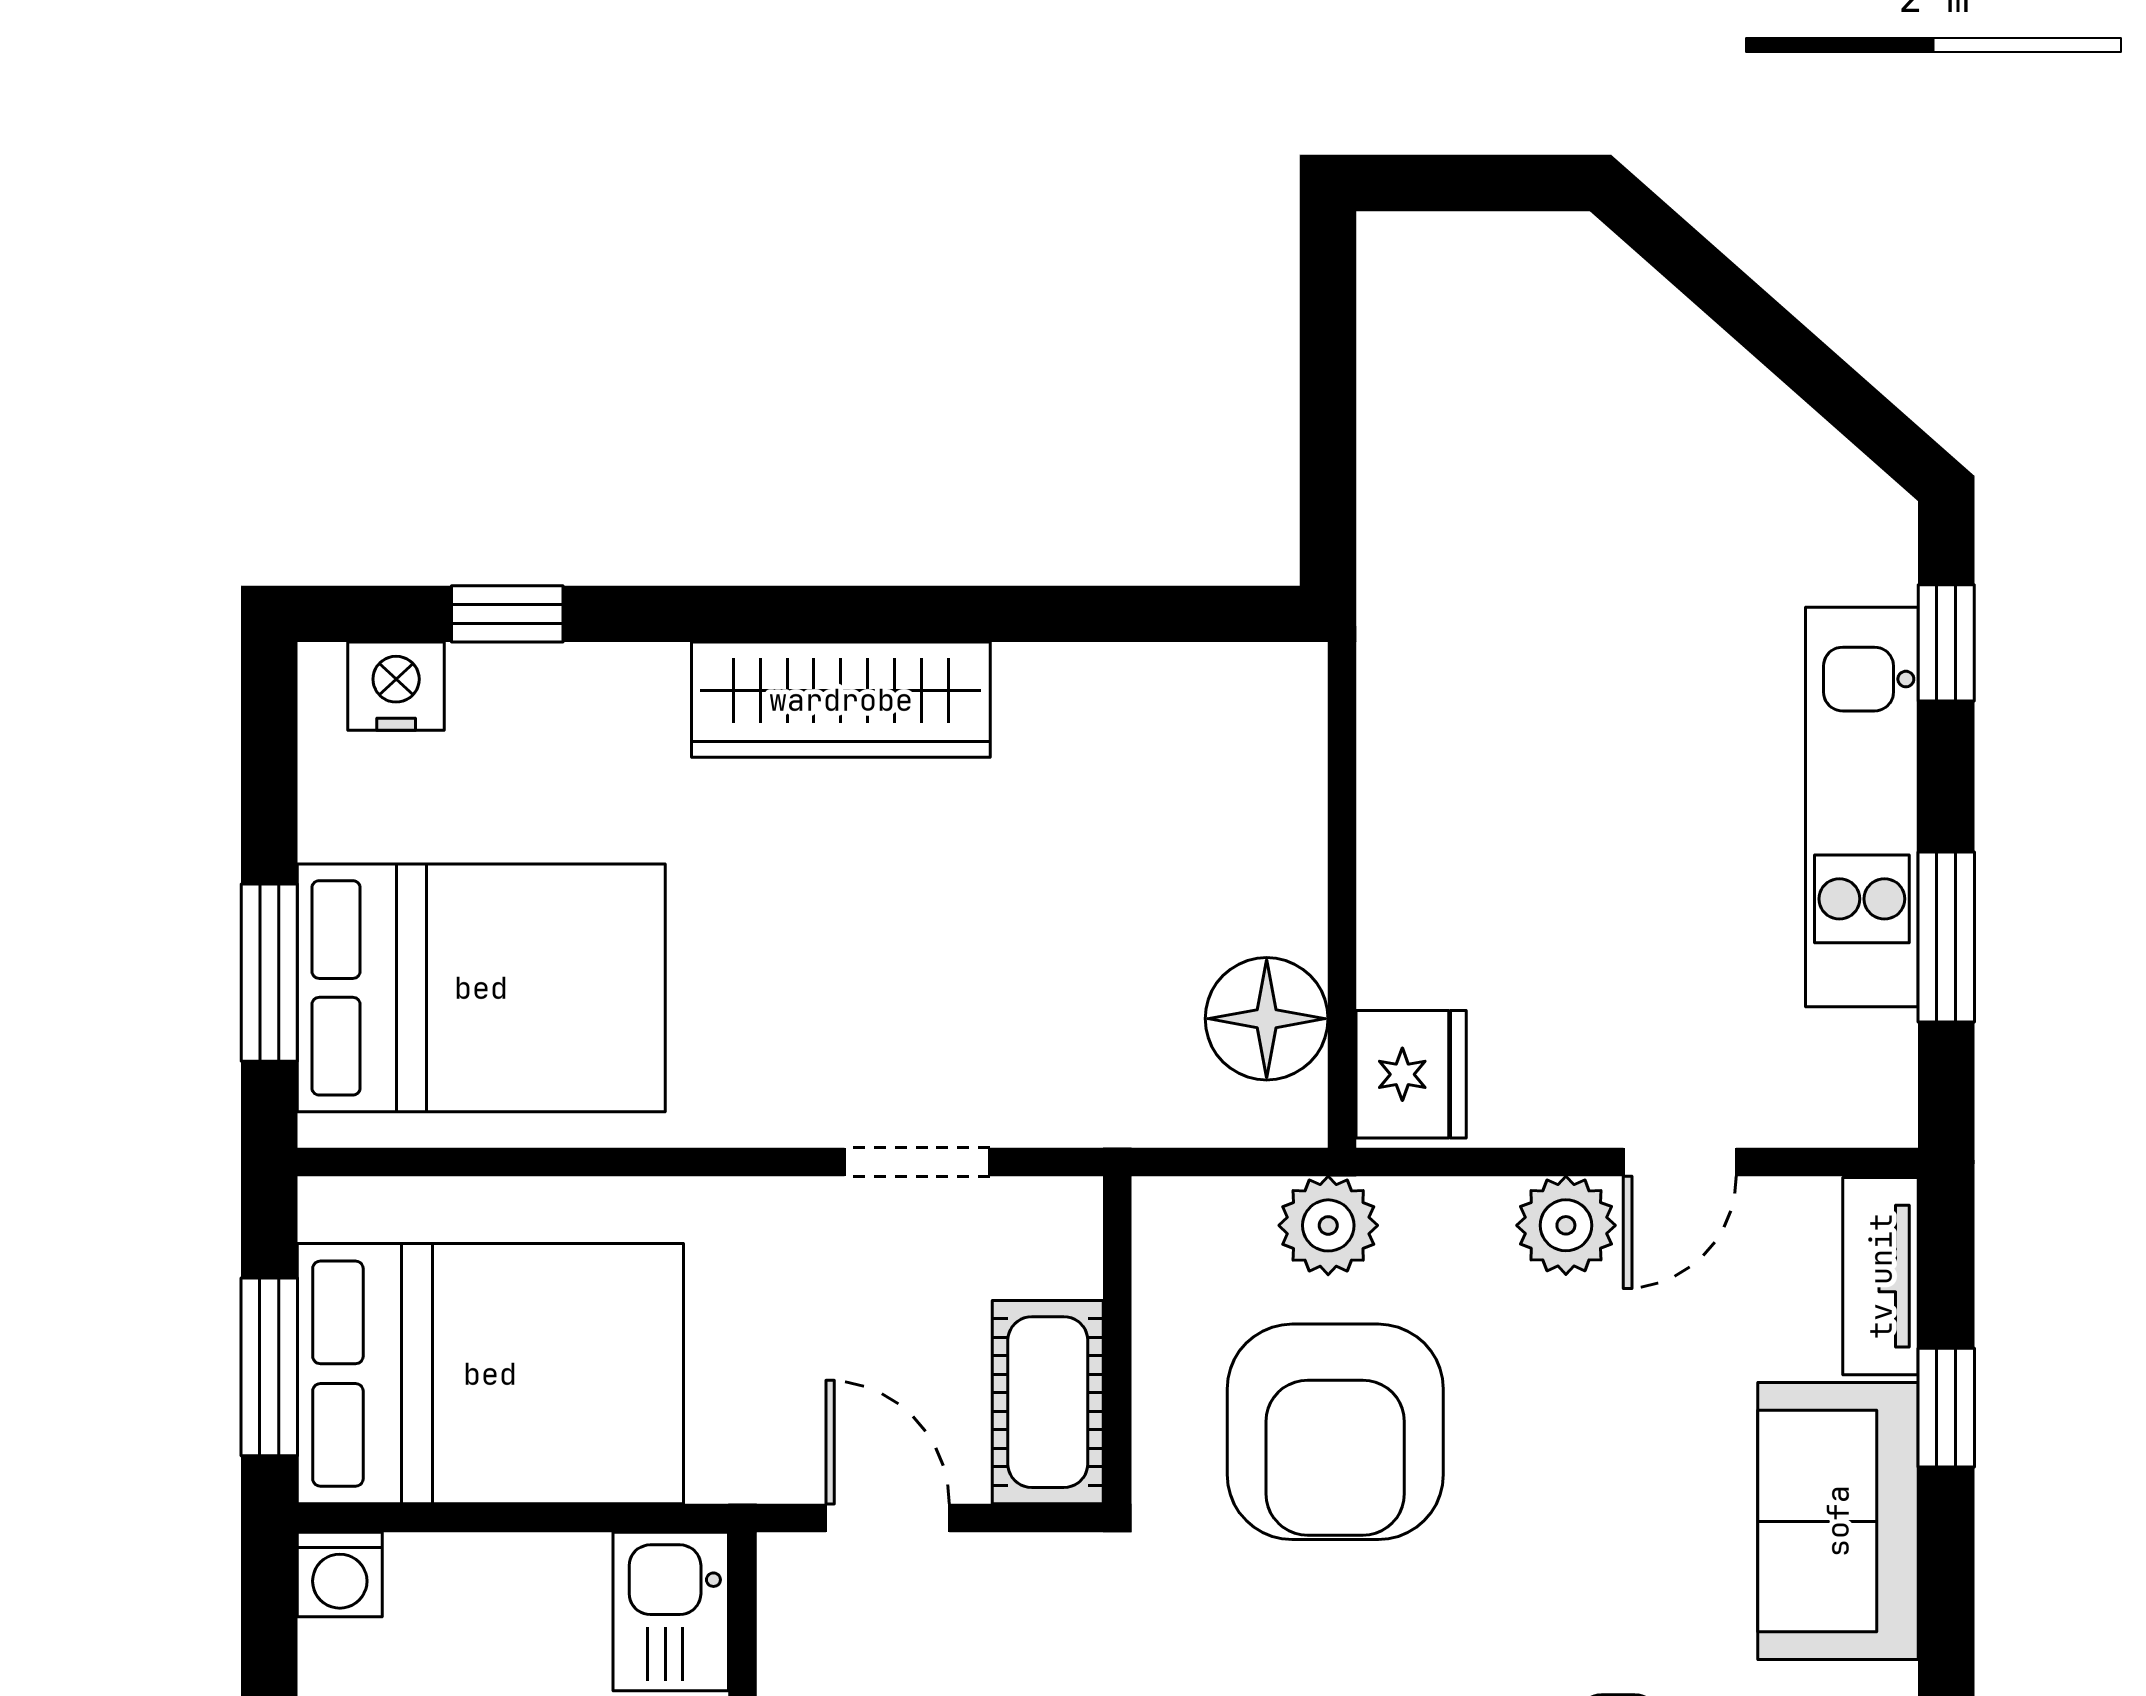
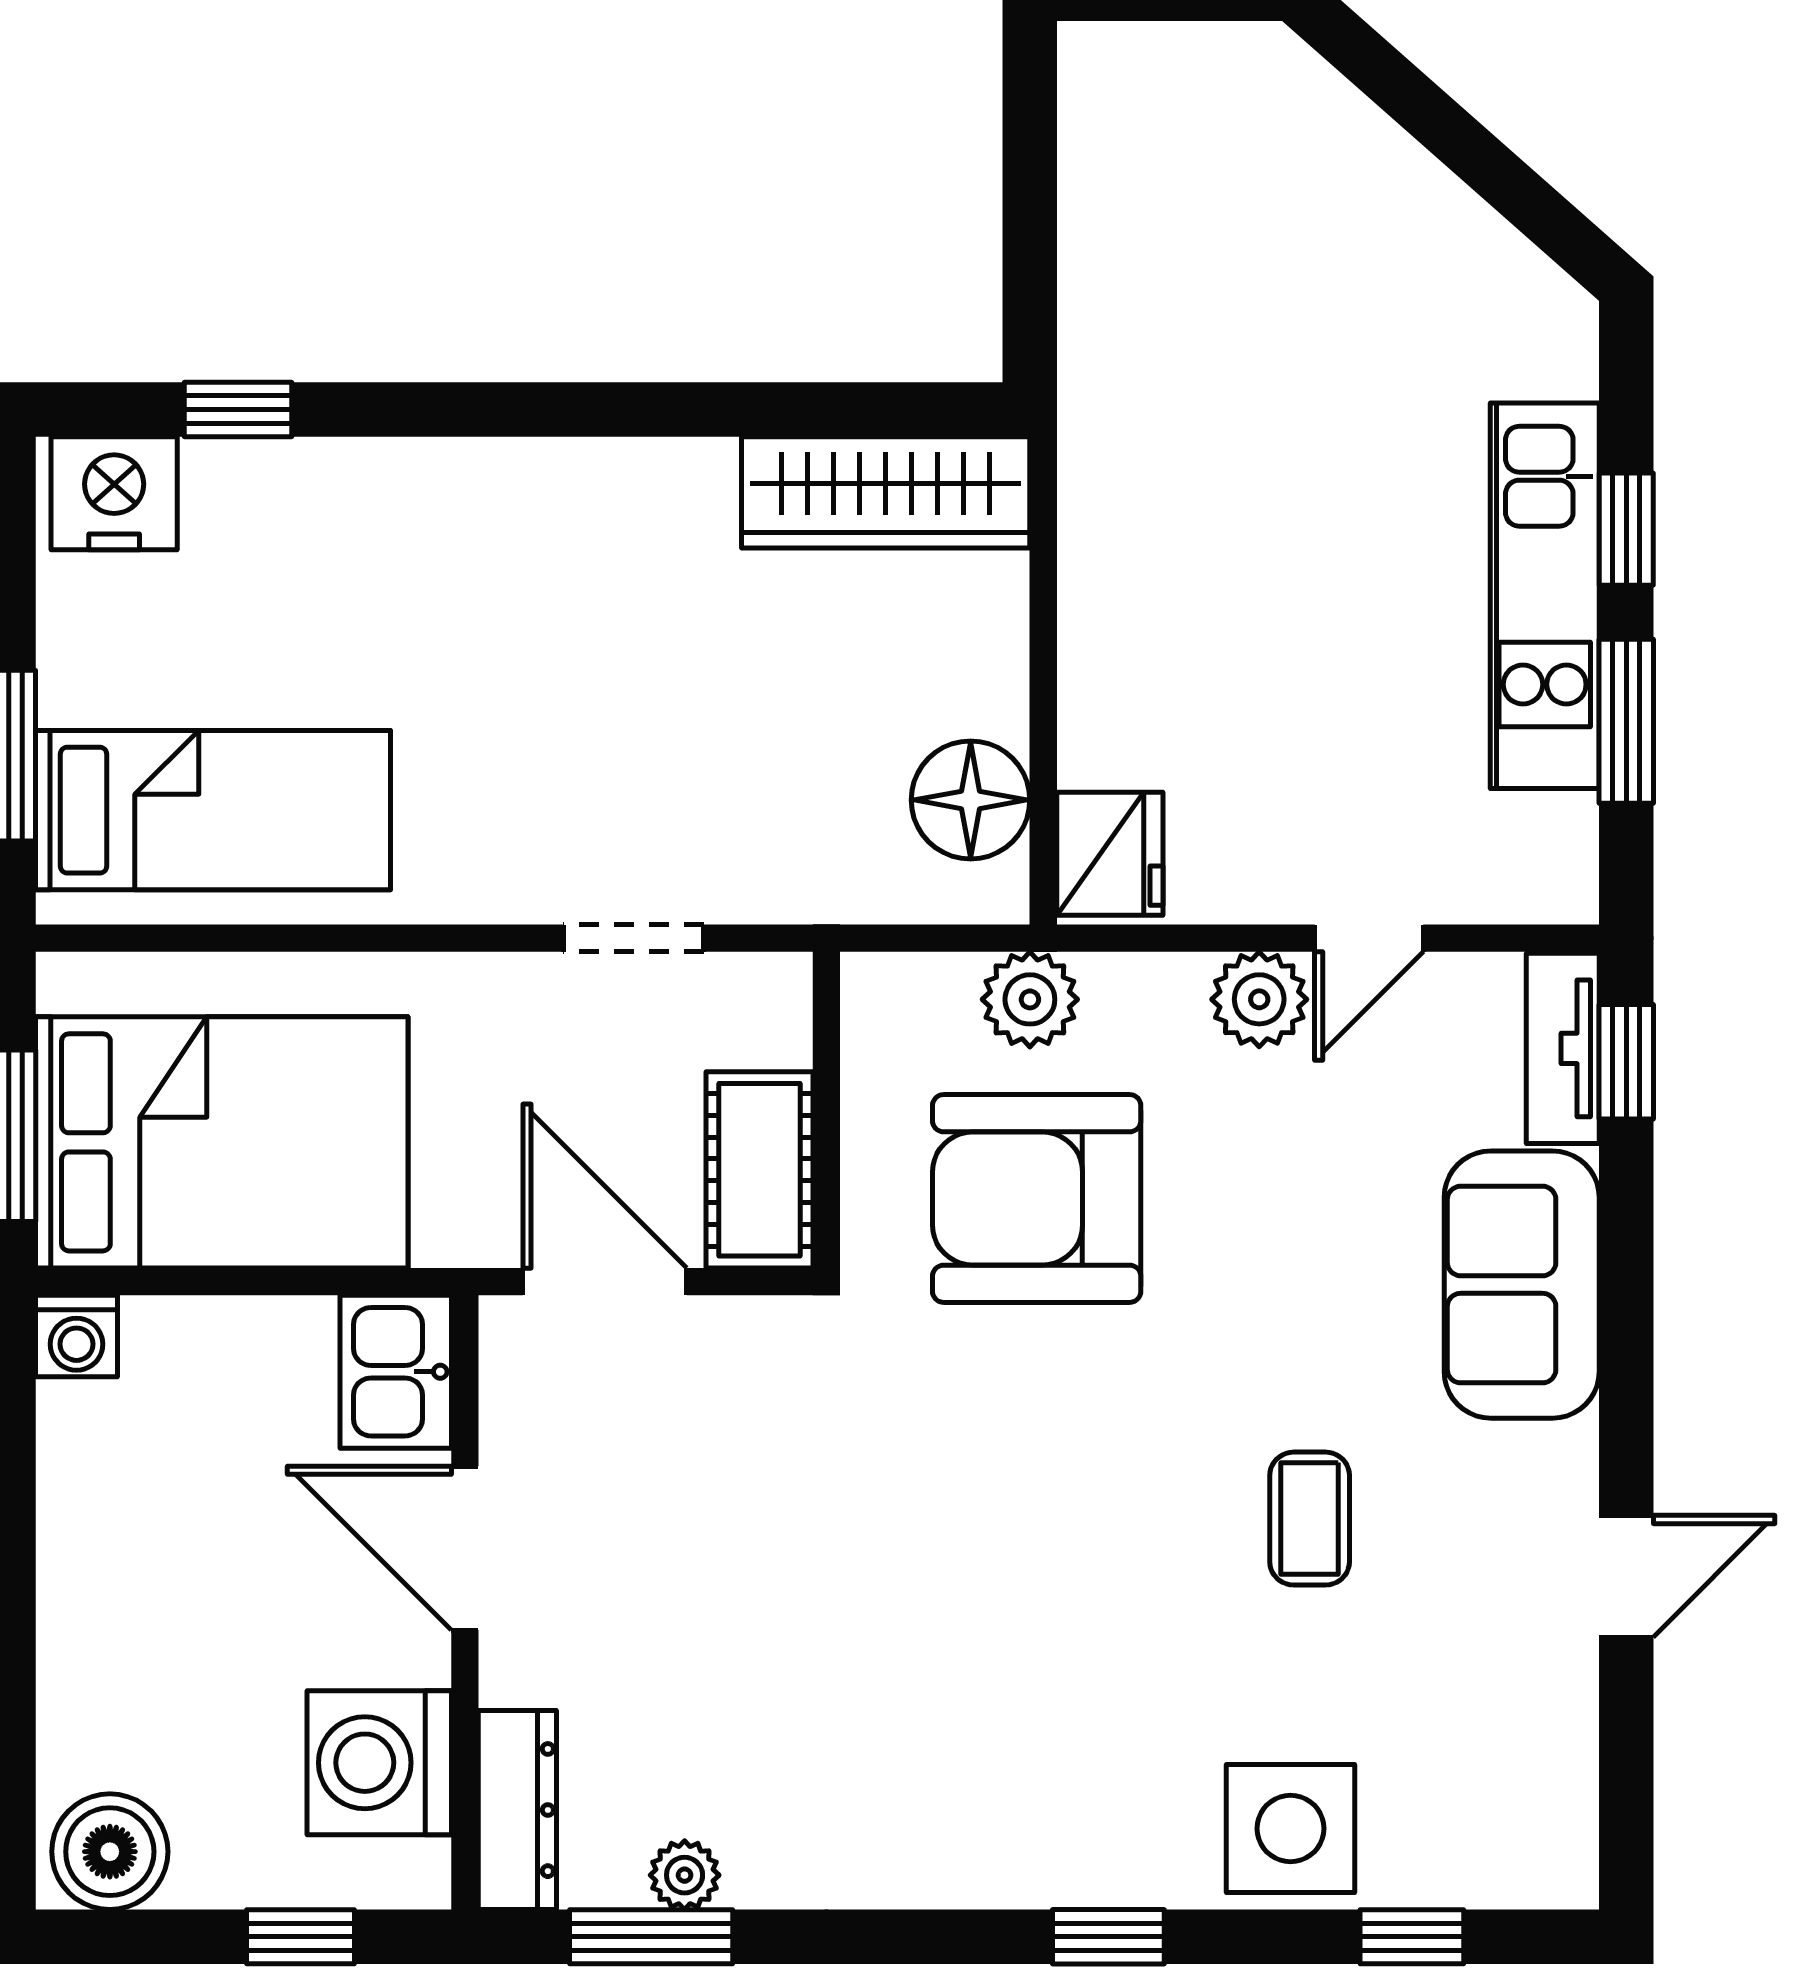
window: (1946, 643) -> (1626, 529), moved
nightstand: (396, 686) -> (114, 493), width x1.36, depth x1.33
wardrobe: (841, 700) -> (886, 492), moved
bed: (481, 988) -> (213, 810), width x0.67
window: (1946, 1408) -> (1626, 1062), moved
armchair: (1335, 1432) -> (1037, 1198), turned 90
door: (888, 1518) -> (605, 1282), width x1.38

